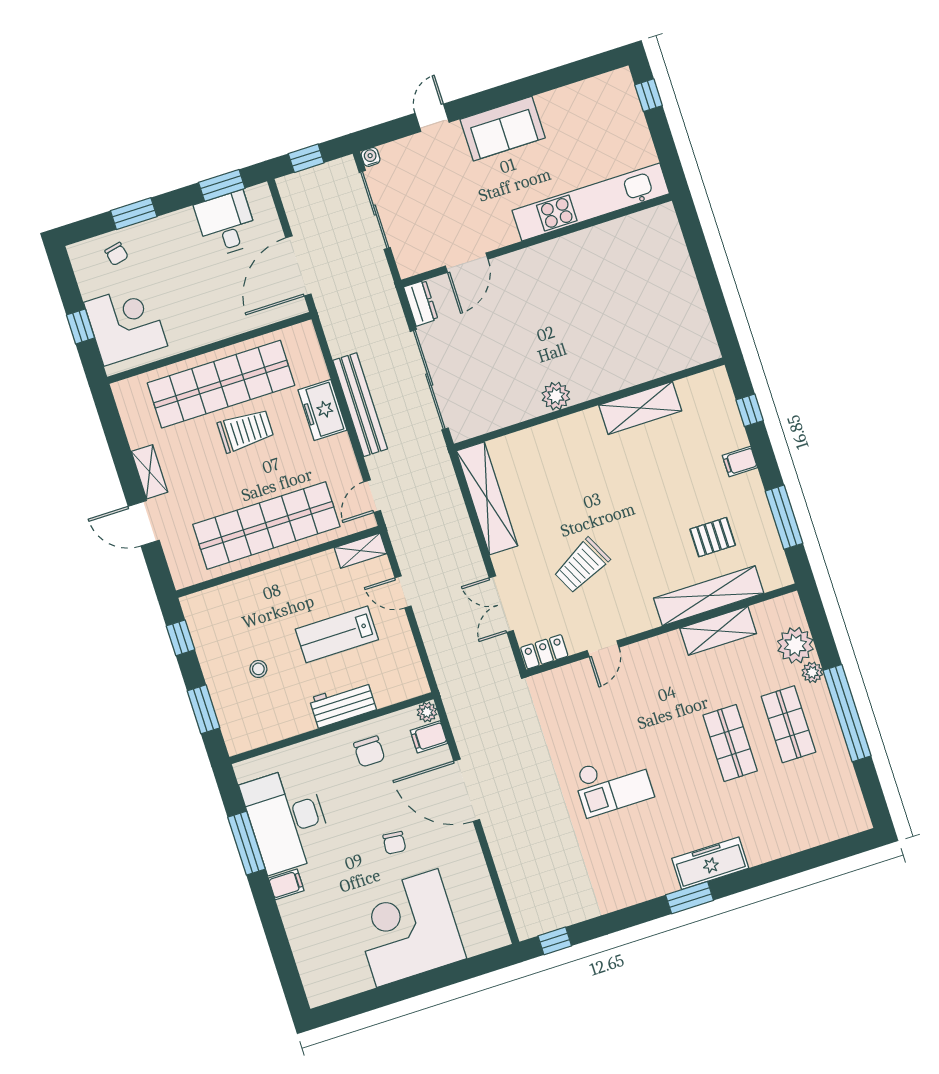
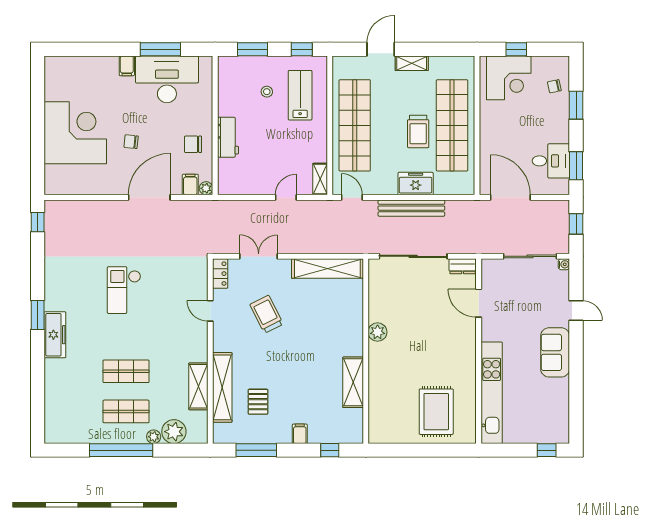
rug: (644, 274) -> (436, 412), added
lab bench: (337, 634) -> (300, 95), moved

